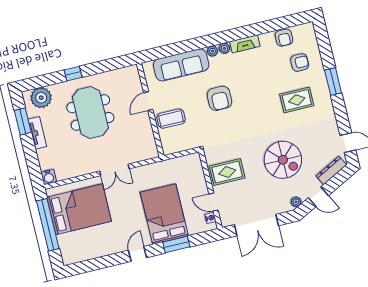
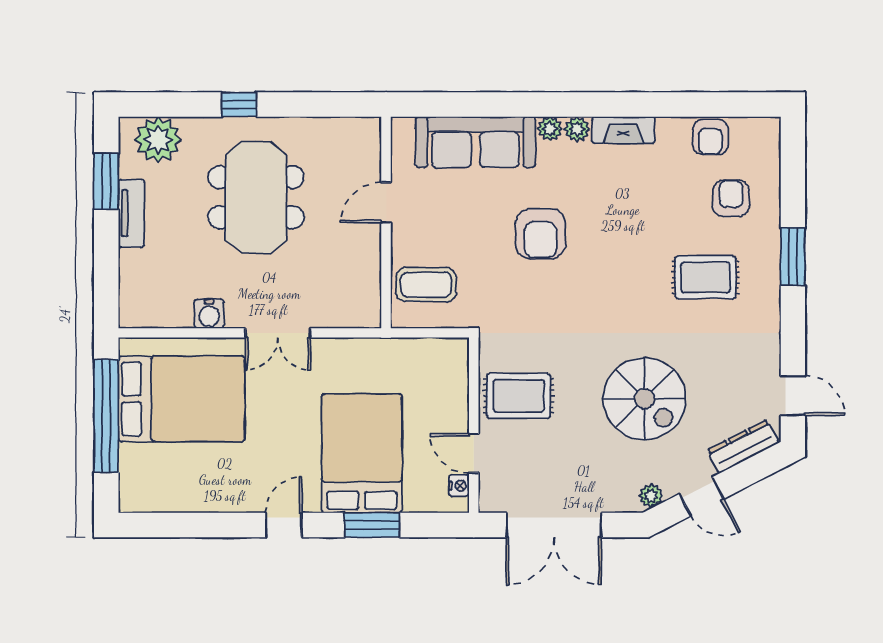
armchair: (300, 62) -> (731, 198), turned -90
coffee table: (171, 119) -> (426, 285), moved
water cooler: (49, 177) -> (209, 314), moved

